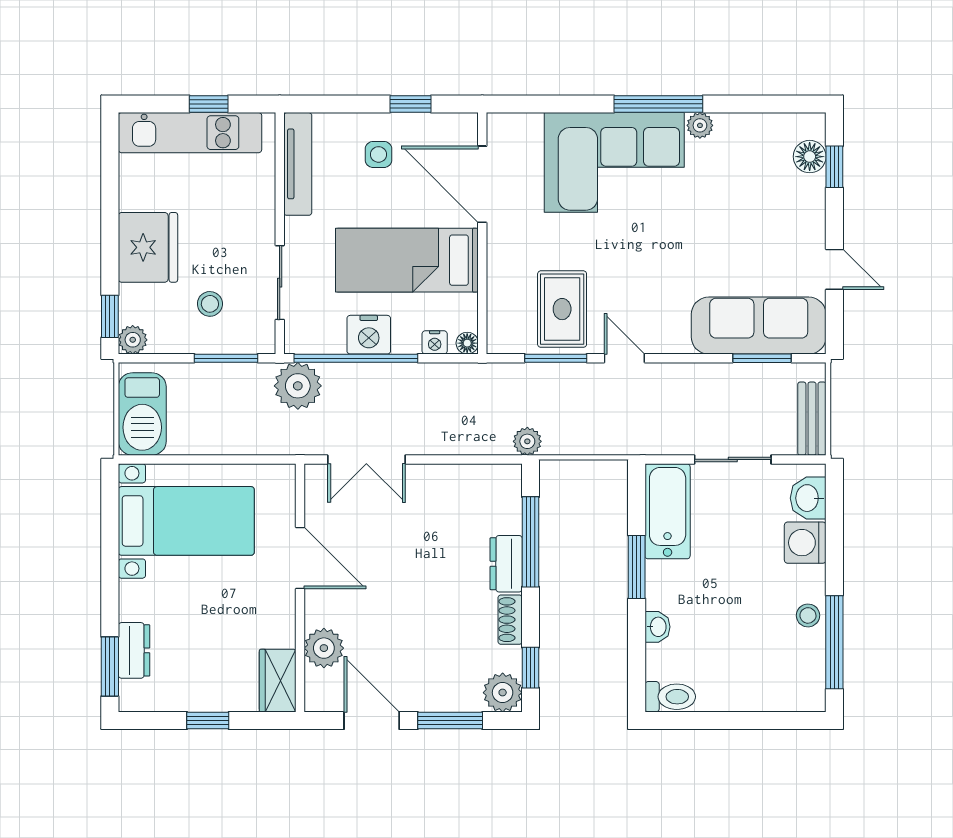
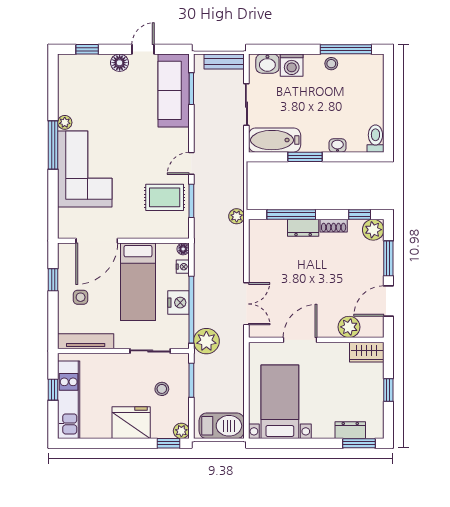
floor lamp: (810, 157) -> (120, 63), moved

